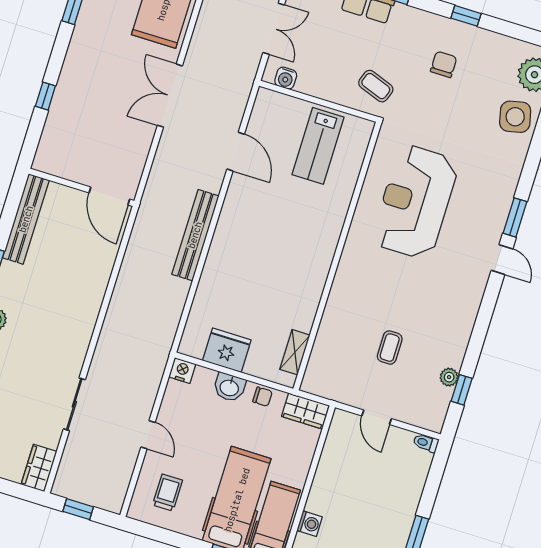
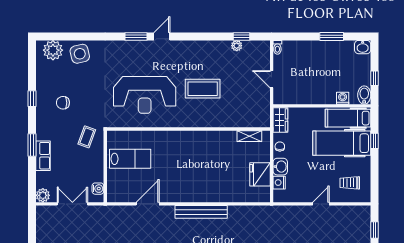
coffee table: (390, 348) -> (203, 89), moved, width x1.86, depth x1.72
nightstand: (182, 371) -> (279, 183), moved
door: (377, 417) -> (272, 79), swing flipped

